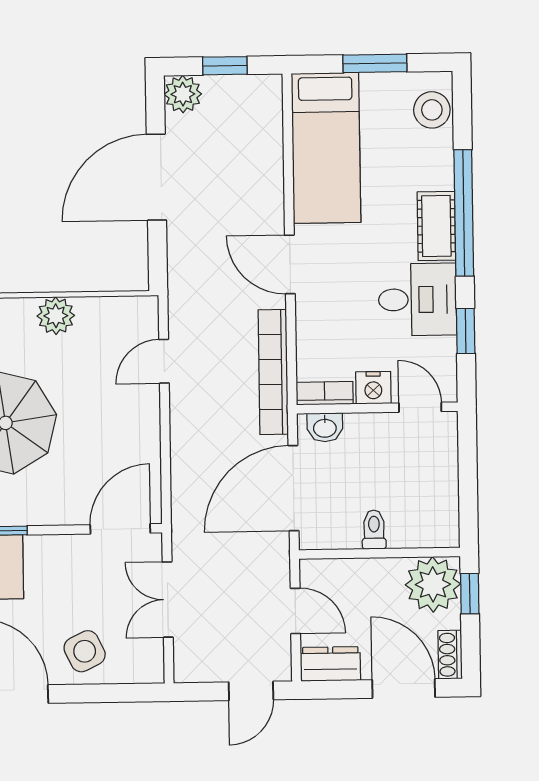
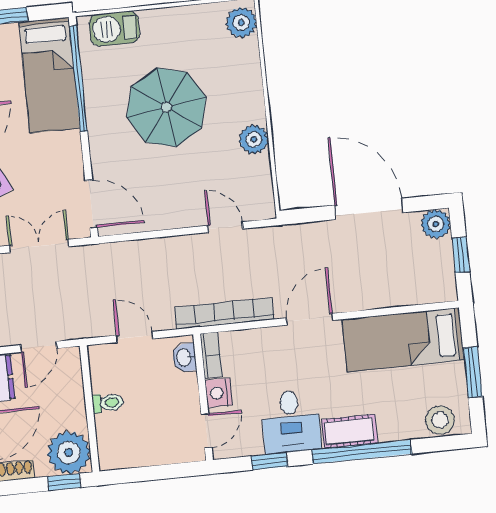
door: (293, 488) -> (135, 337), width x0.53

